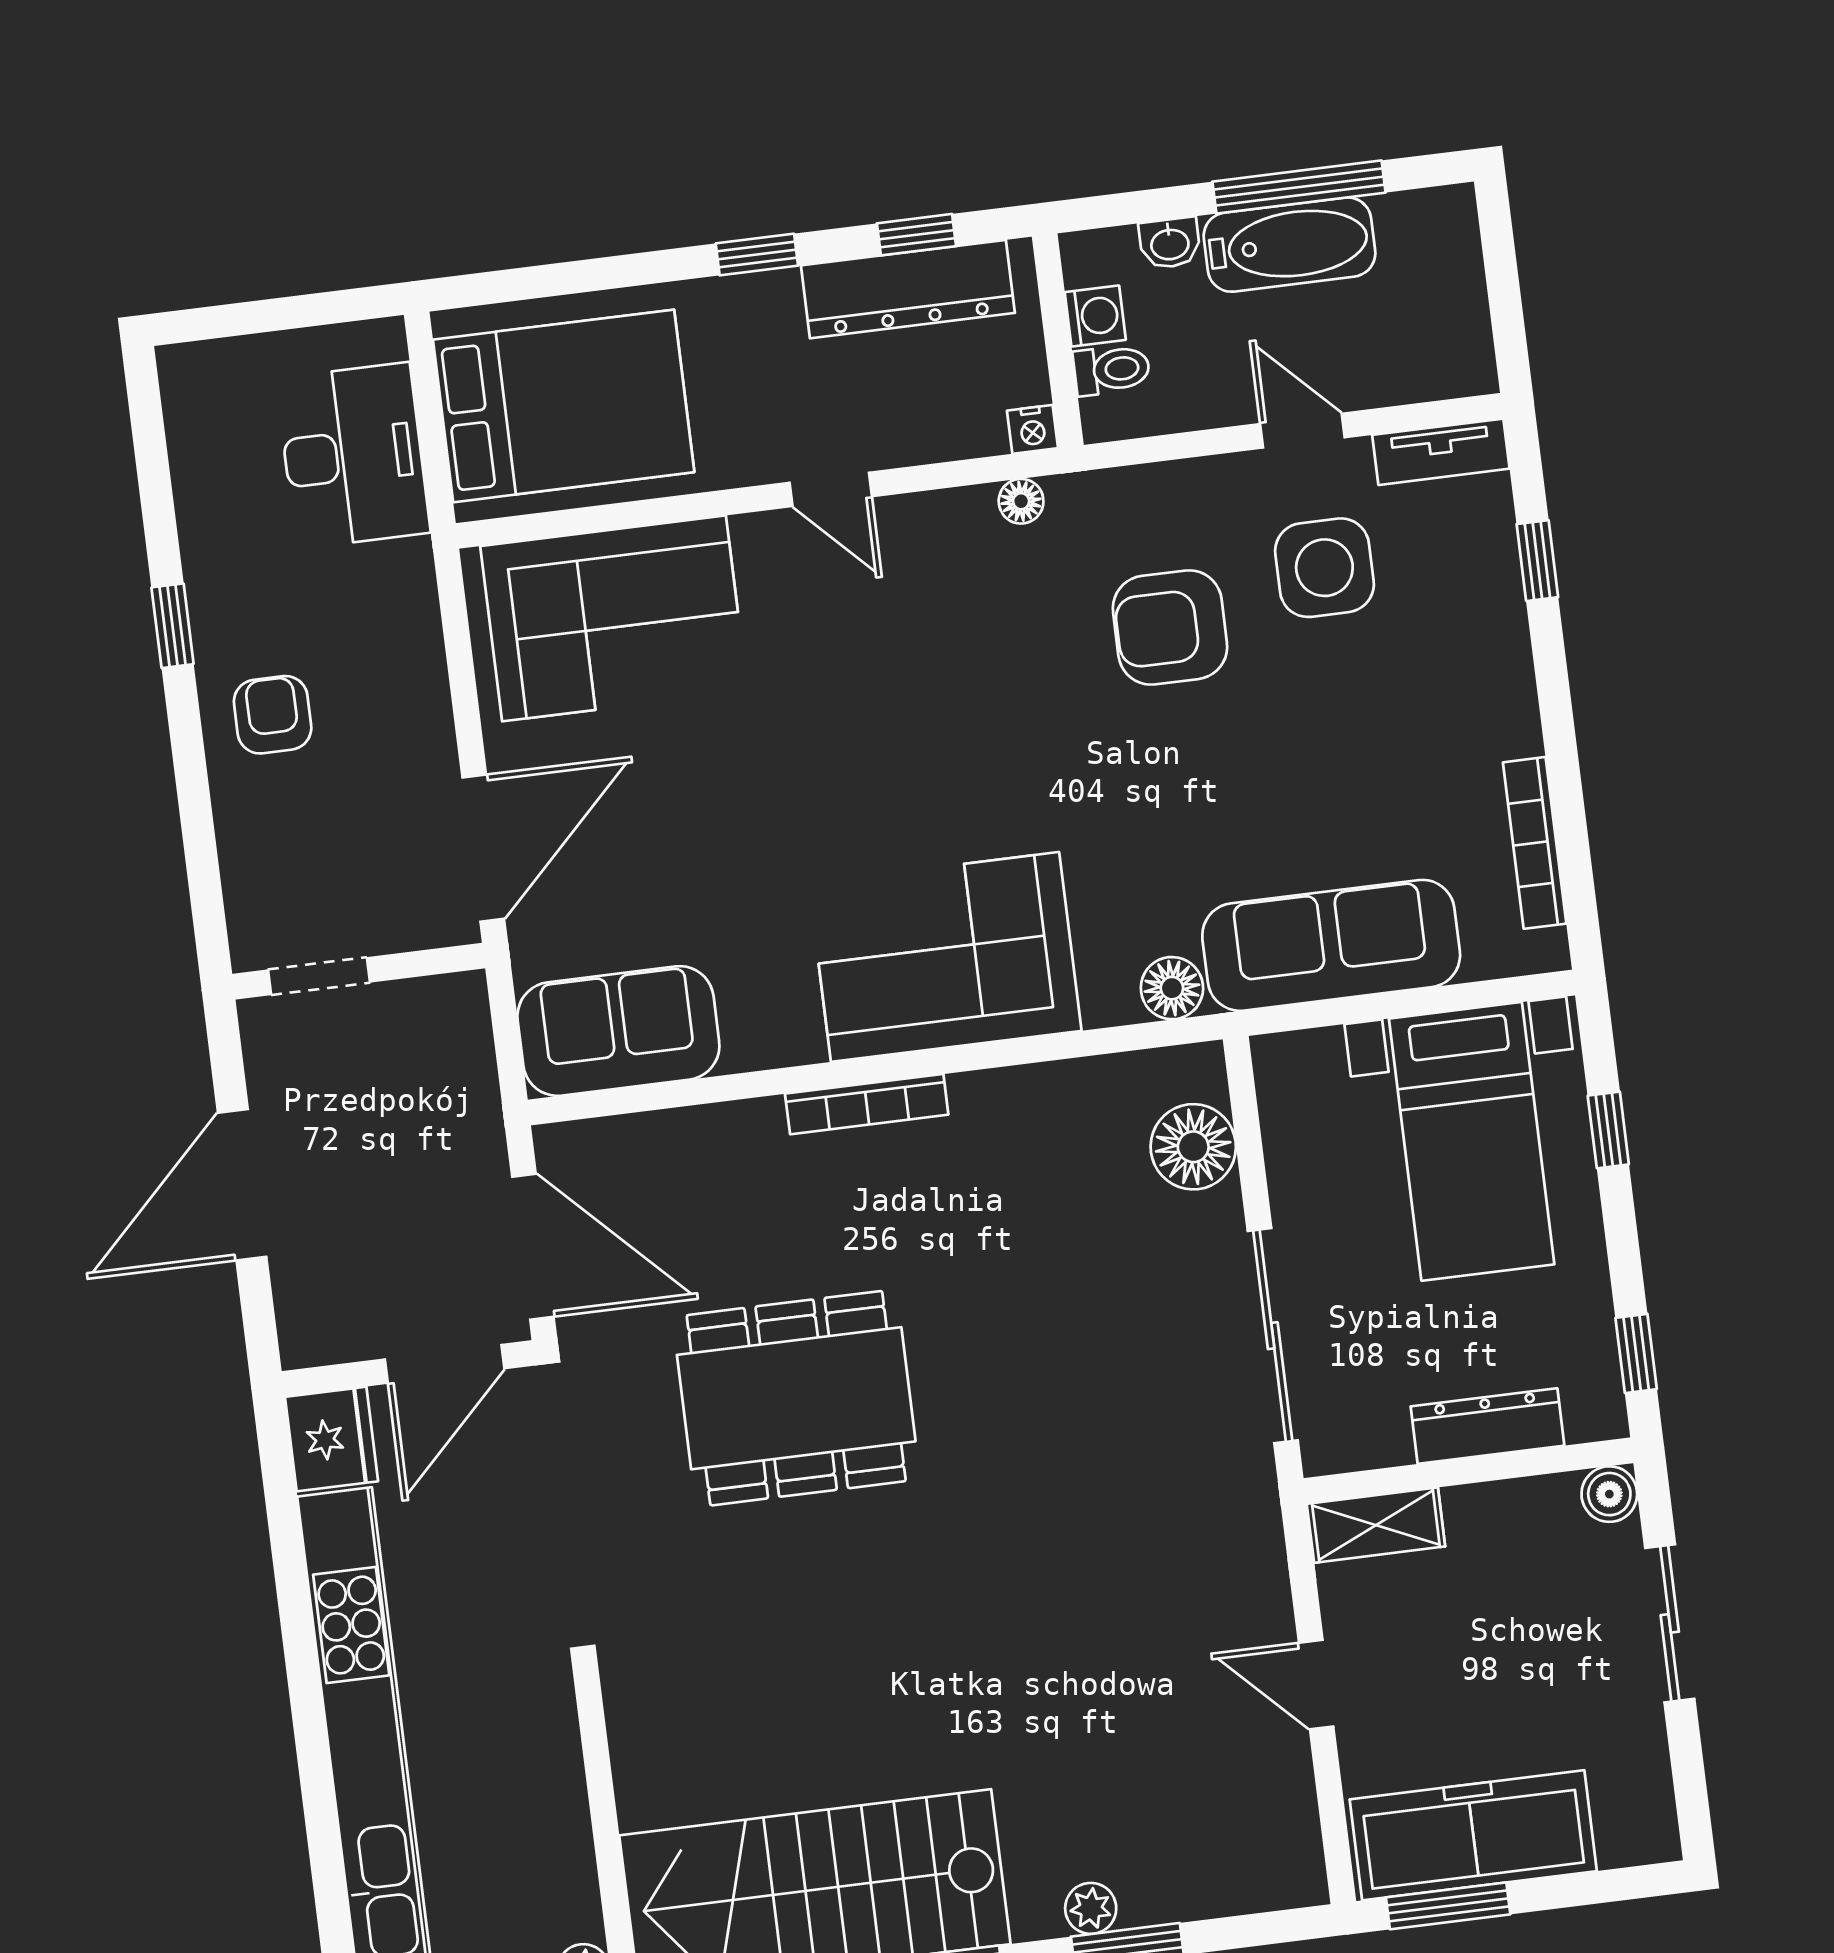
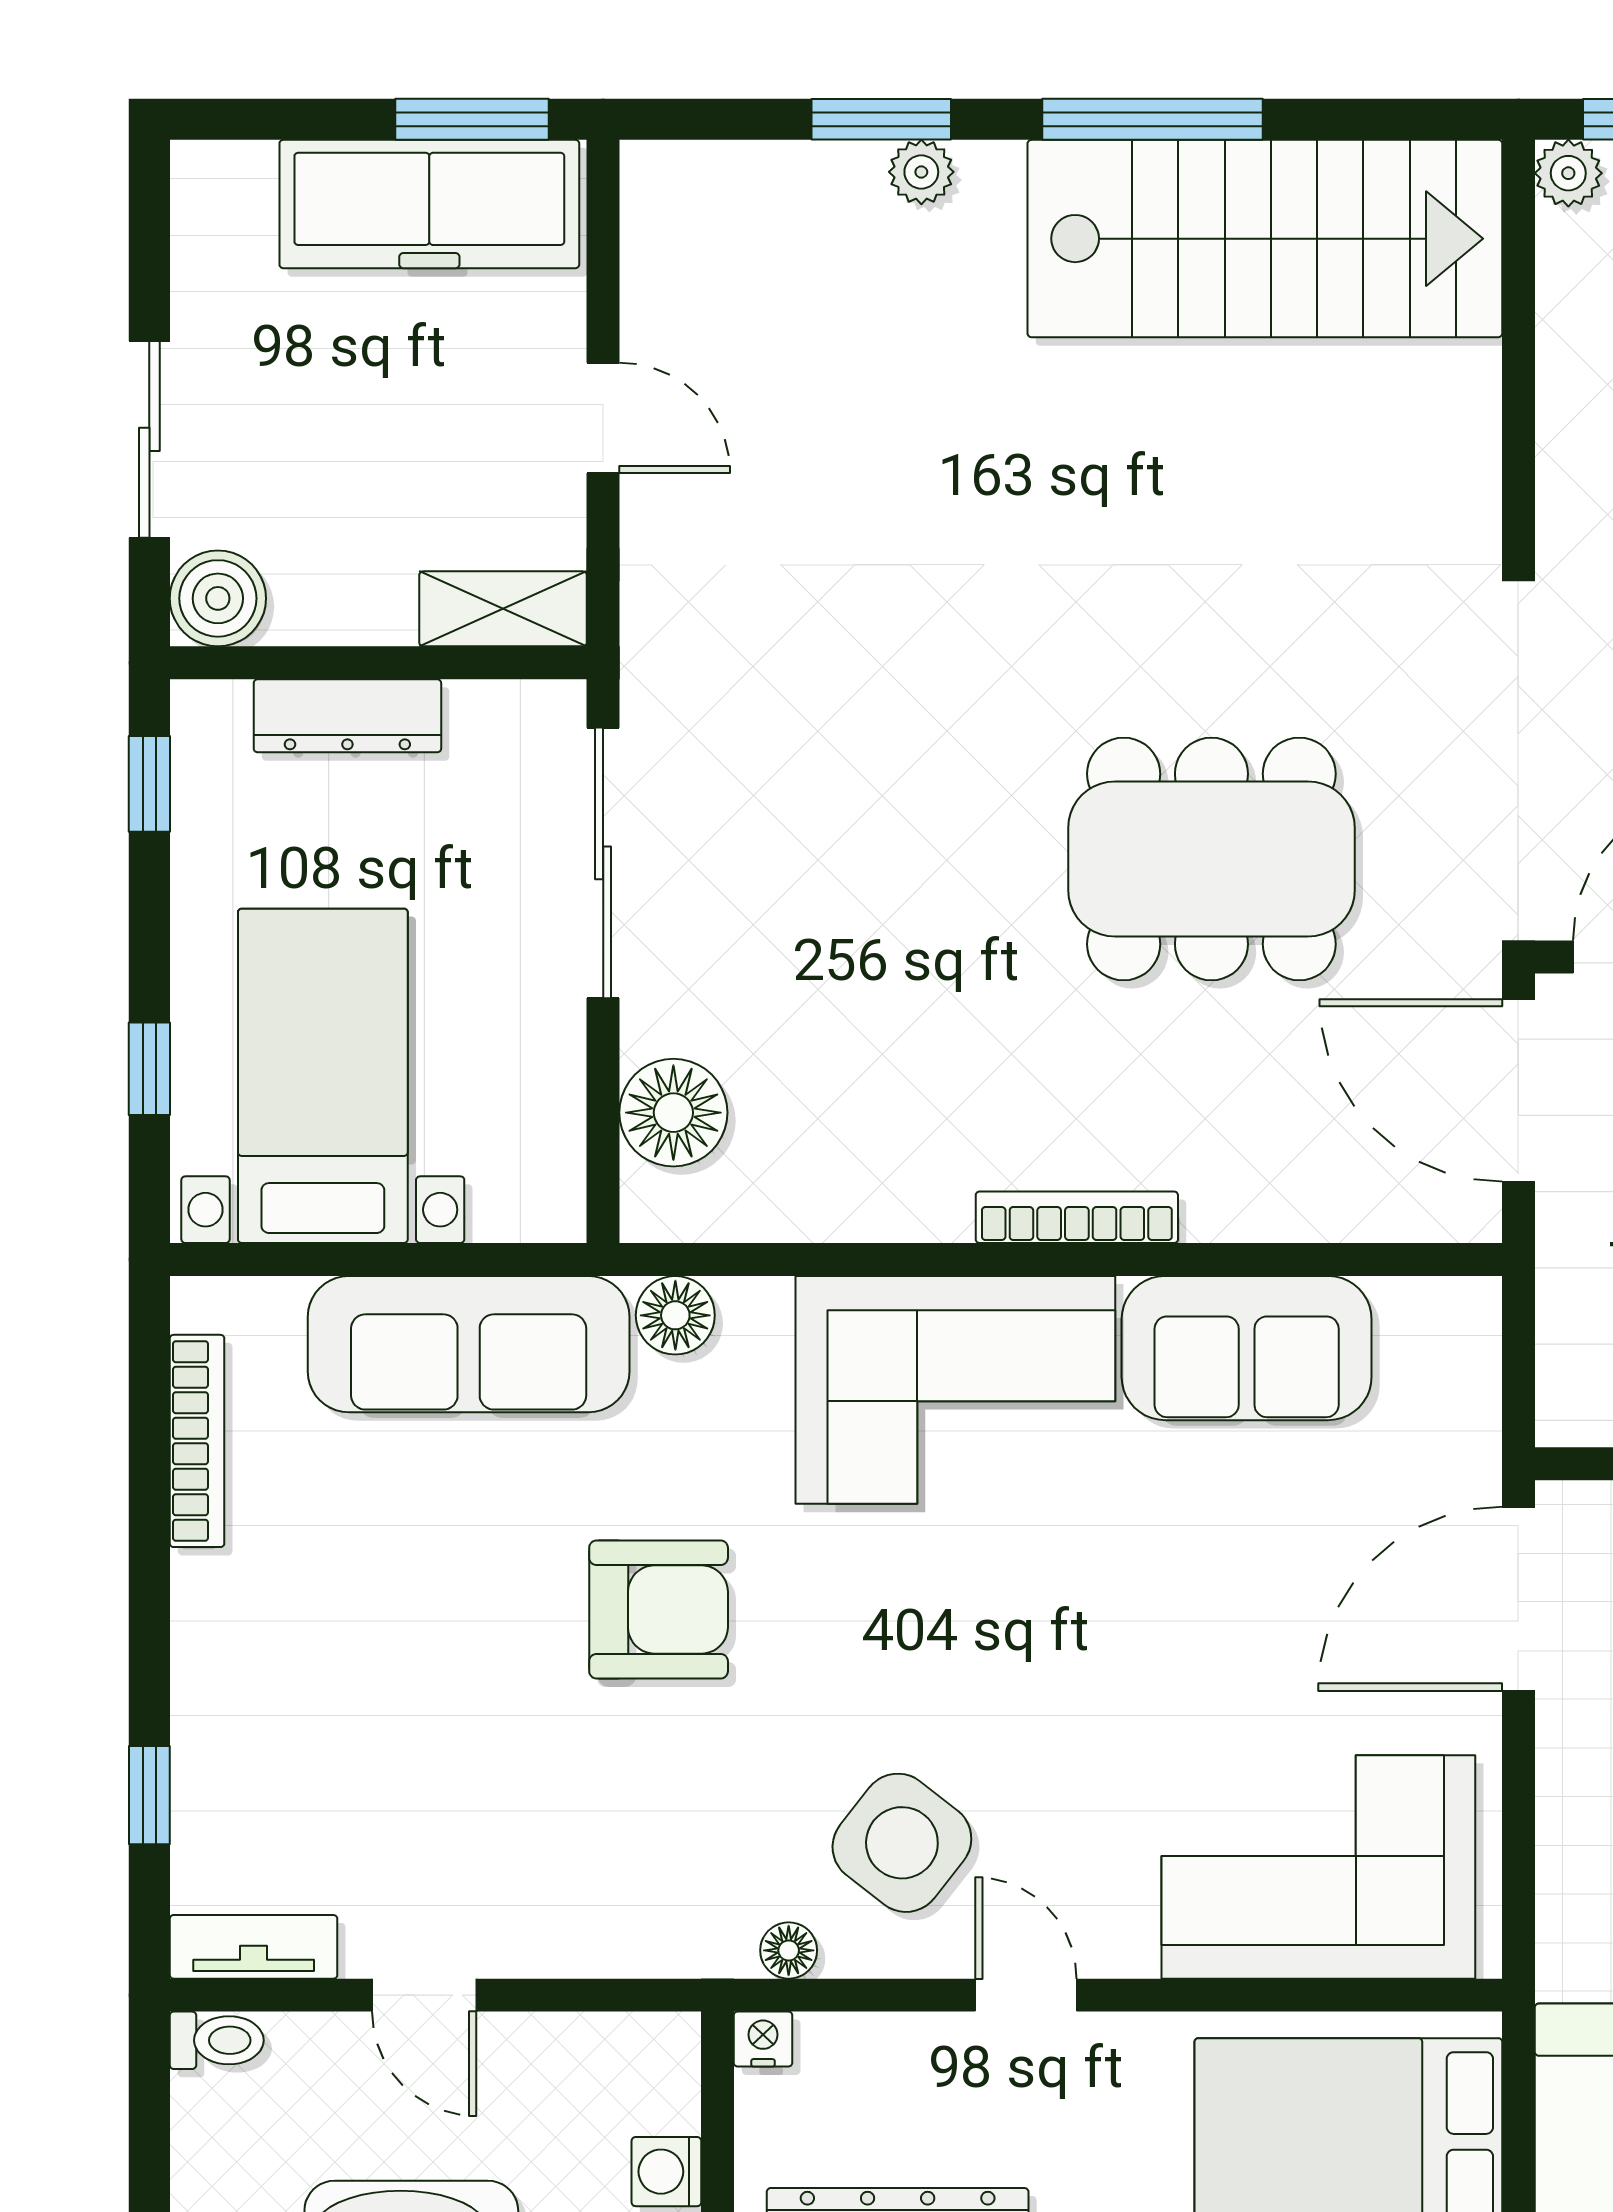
toilet: (1112, 370) -> (217, 2040), moved, turned 180
side table: (1324, 568) -> (902, 1843), moved, turned 38
armchair: (1170, 627) -> (659, 1609), moved
sofa: (618, 1031) -> (1247, 1348), moved
boiler: (1609, 1494) -> (218, 598), width x1.36, depth x1.36

